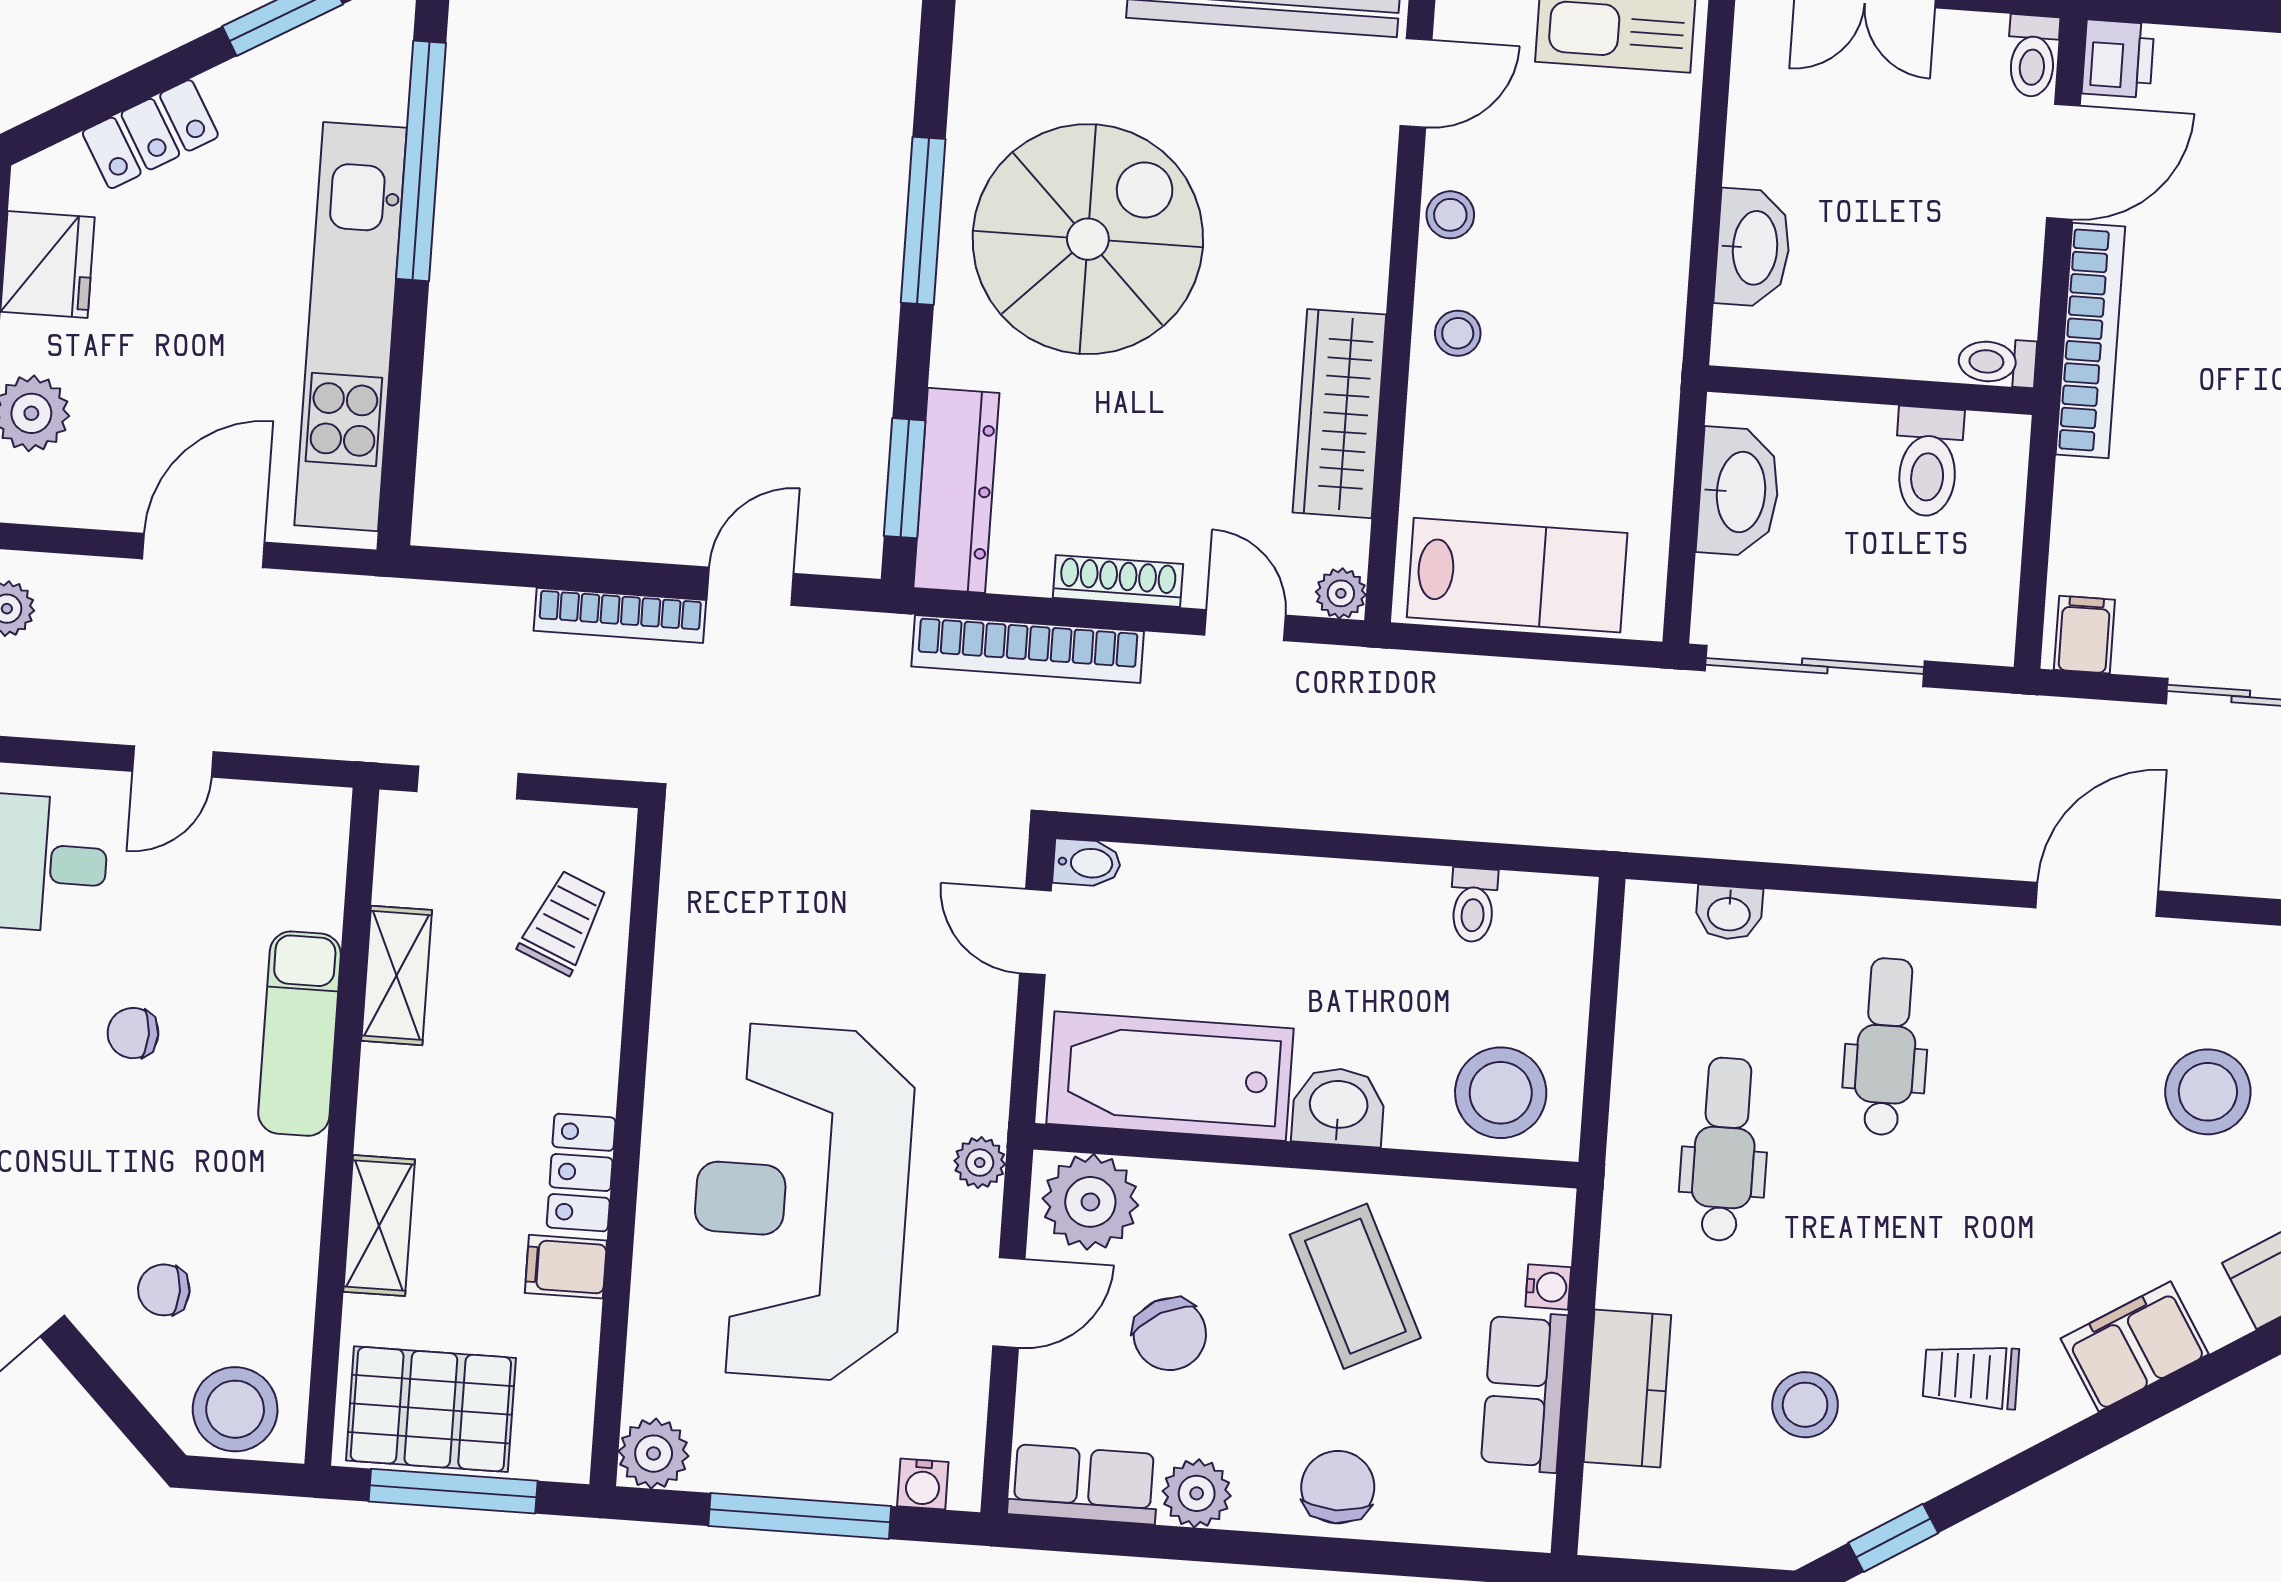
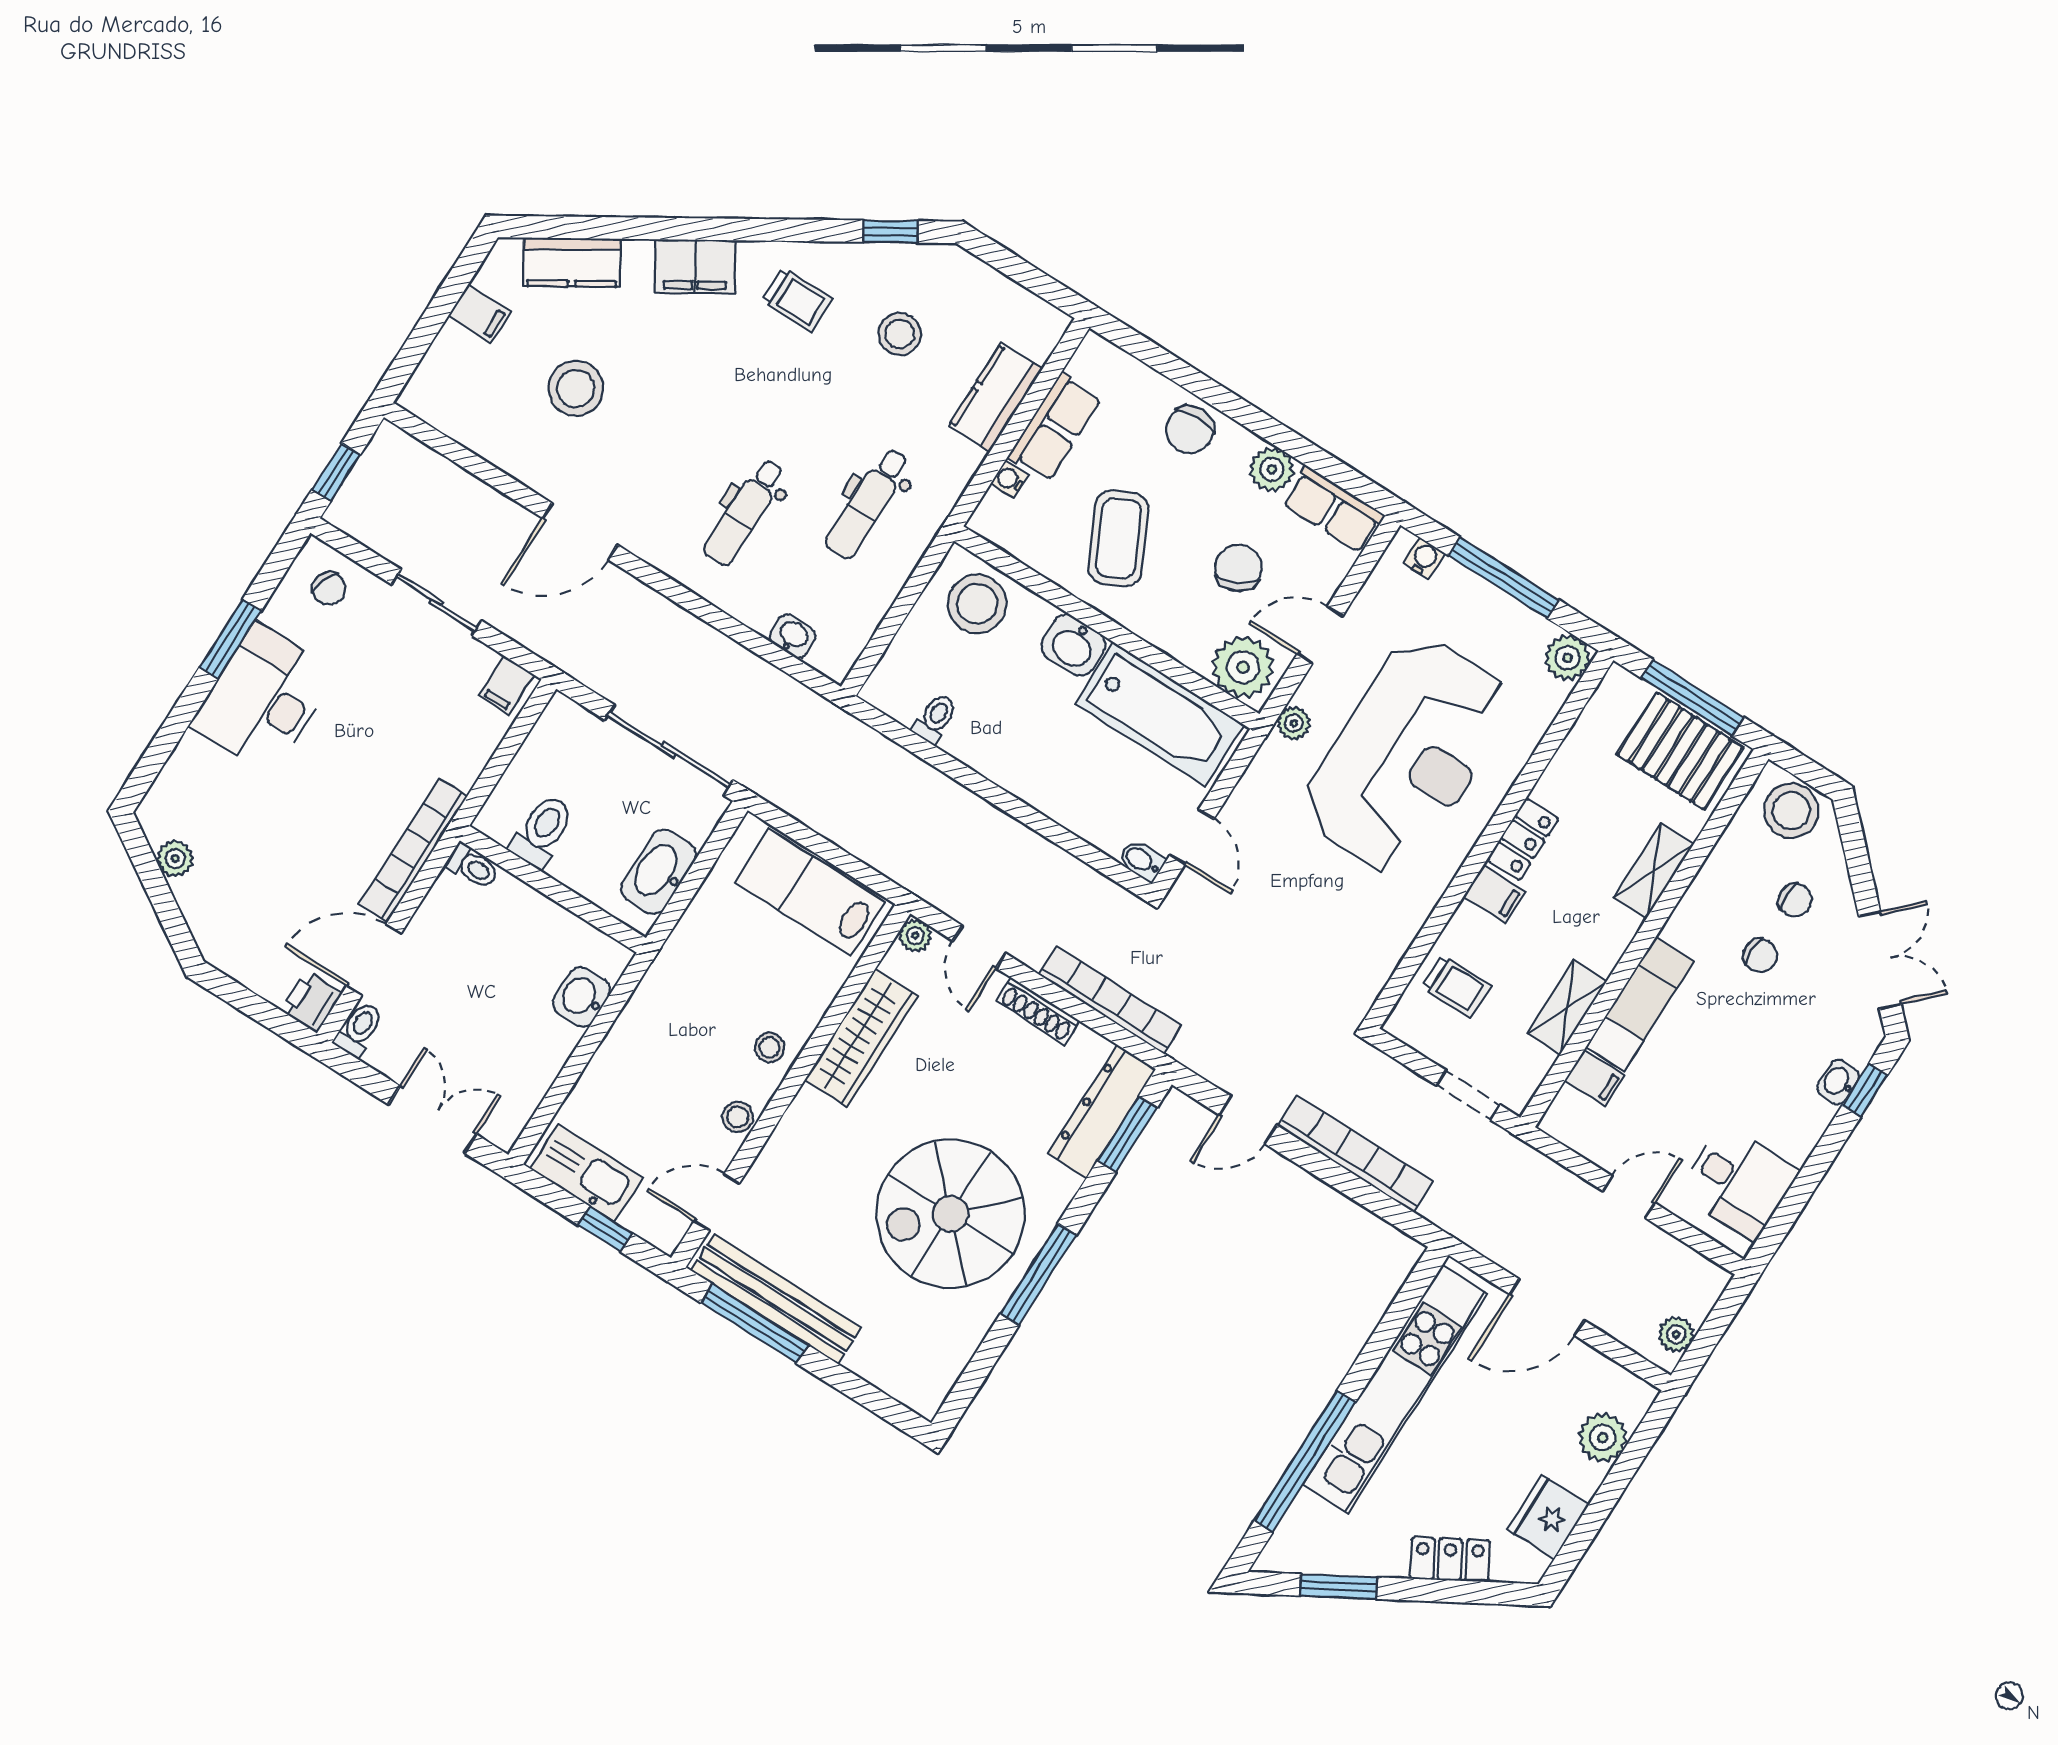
washbasin: (1753, 248) -> (582, 997), width x0.72
bookcase: (620, 615) -> (1355, 1154), width x1.48, depth x1.31
filing cabinet: (307, 899) -> (1595, 1078), added
trolley: (563, 922) -> (1456, 986), turned -113
chair: (133, 1033) -> (1760, 956), moved
filing cabinet: (566, 1267) -> (1495, 894), moved

